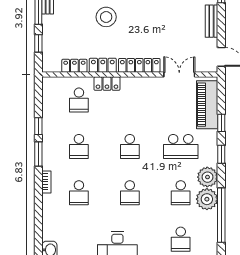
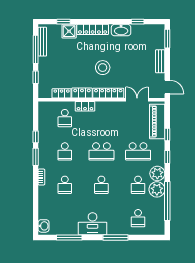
stool: (106, 17) -> (103, 68), moved
school desk: (130, 146) -> (101, 151), width x1.85

